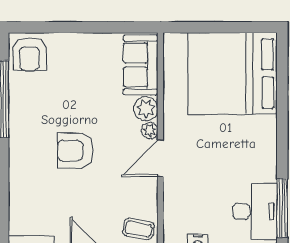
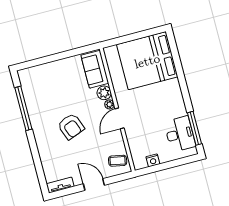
armchair: (29, 54) -> (31, 79), removed
armchair: (75, 151) -> (71, 126), turned -111

